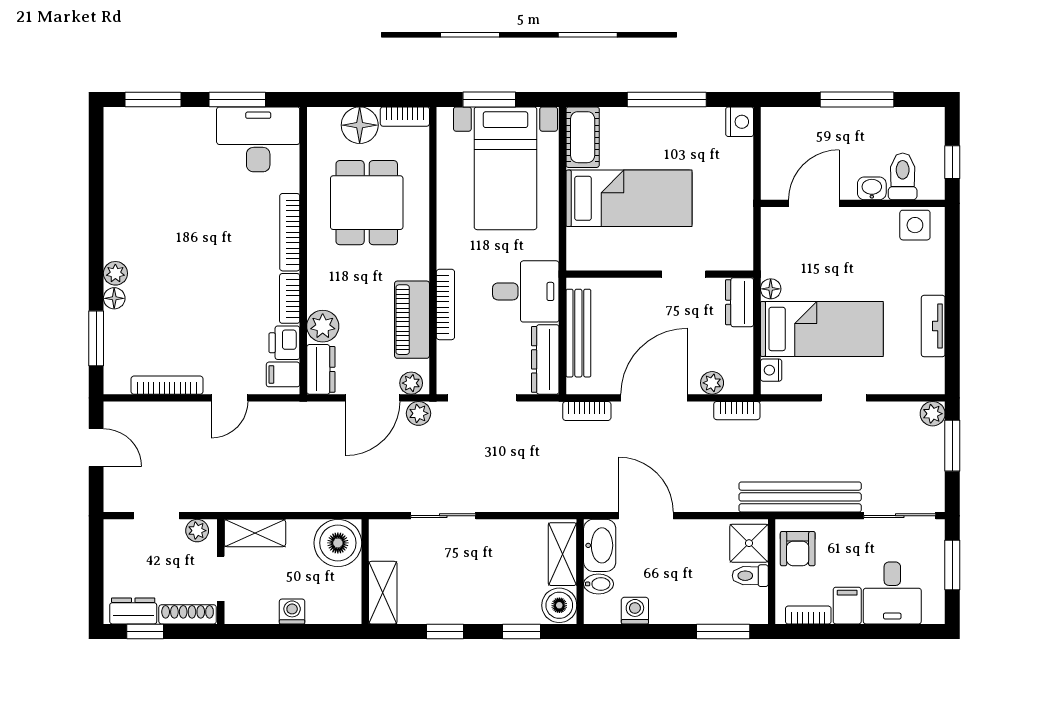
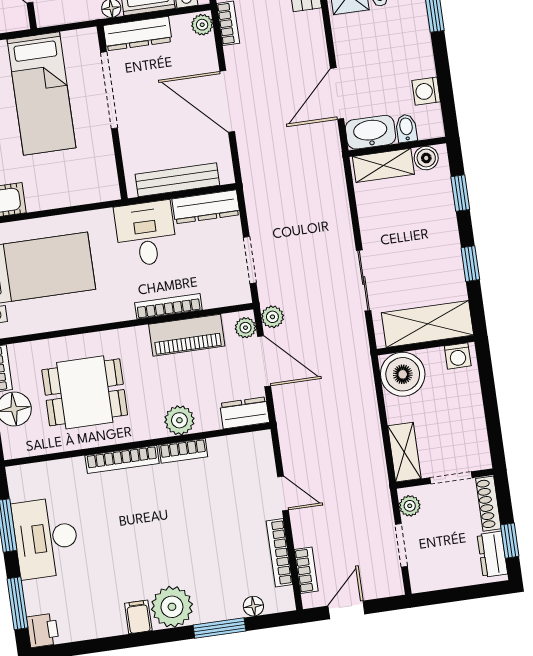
desk: (258, 139) -> (46, 538), moved
bed: (629, 198) -> (41, 94), moved, turned 180
plant: (115, 273) -> (172, 607), width x1.88, depth x1.88
doorway: (684, 274) -> (109, 90), width x1.88
floor lamp: (114, 298) -> (253, 606), moved
dresser: (740, 302) -> (138, 34), width x1.44
plant: (323, 326) -> (179, 420), moved
window: (96, 338) -> (219, 628), moved
printer: (284, 343) -> (43, 630), moved, turned -90
filing cabinet: (283, 374) -> (138, 617), moved, turned 180
plant: (712, 383) -> (202, 25), moved
doorway: (482, 398) -> (250, 260), width x0.73
bookcase: (587, 411) -> (306, 570), moved
shelving: (383, 593) -> (428, 324), width x1.50, depth x1.33
boiler: (559, 605) -> (426, 158), width x0.73, depth x0.73
washing machine: (292, 611) -> (458, 356), moved, turned -90

